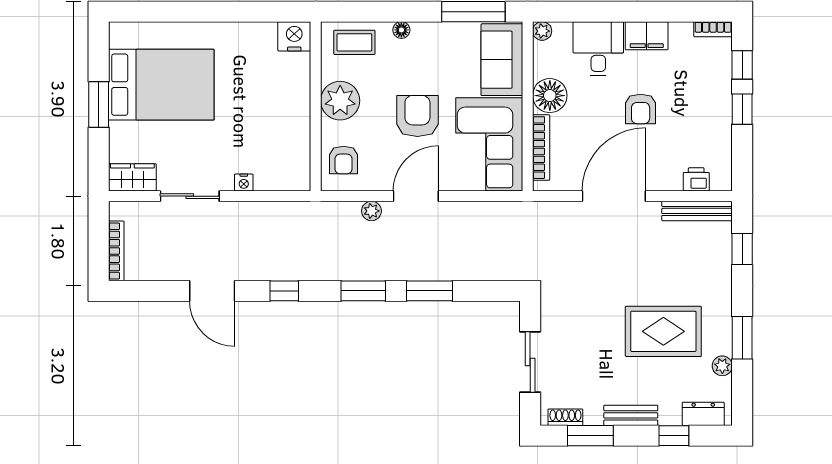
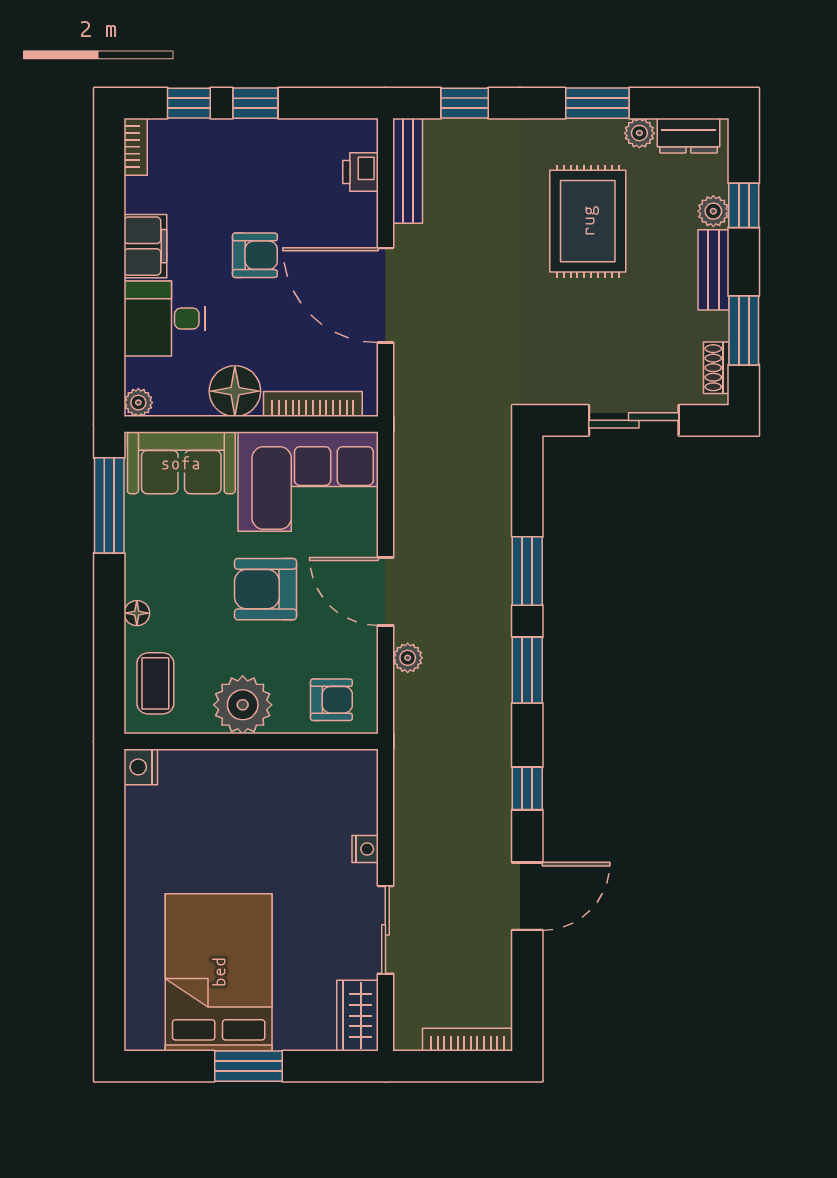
nightstand: (294, 36) -> (141, 767), width x0.74, depth x0.75
dresser: (703, 414) -> (688, 136), moved, turned -90
plant: (670, 415) -> (713, 211), added

